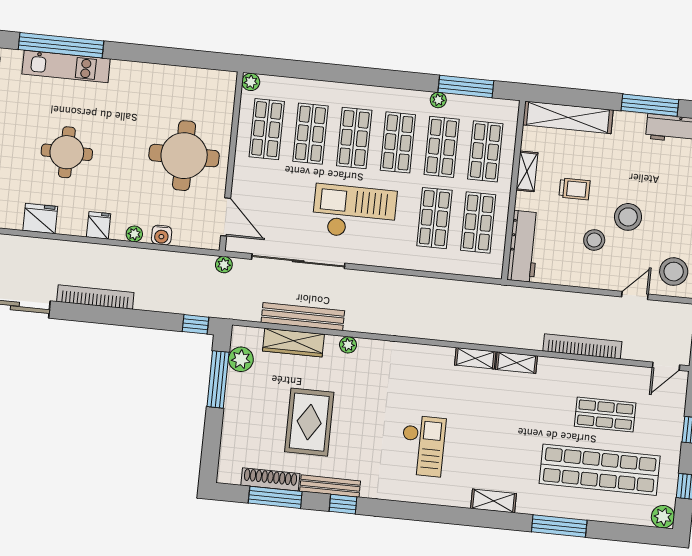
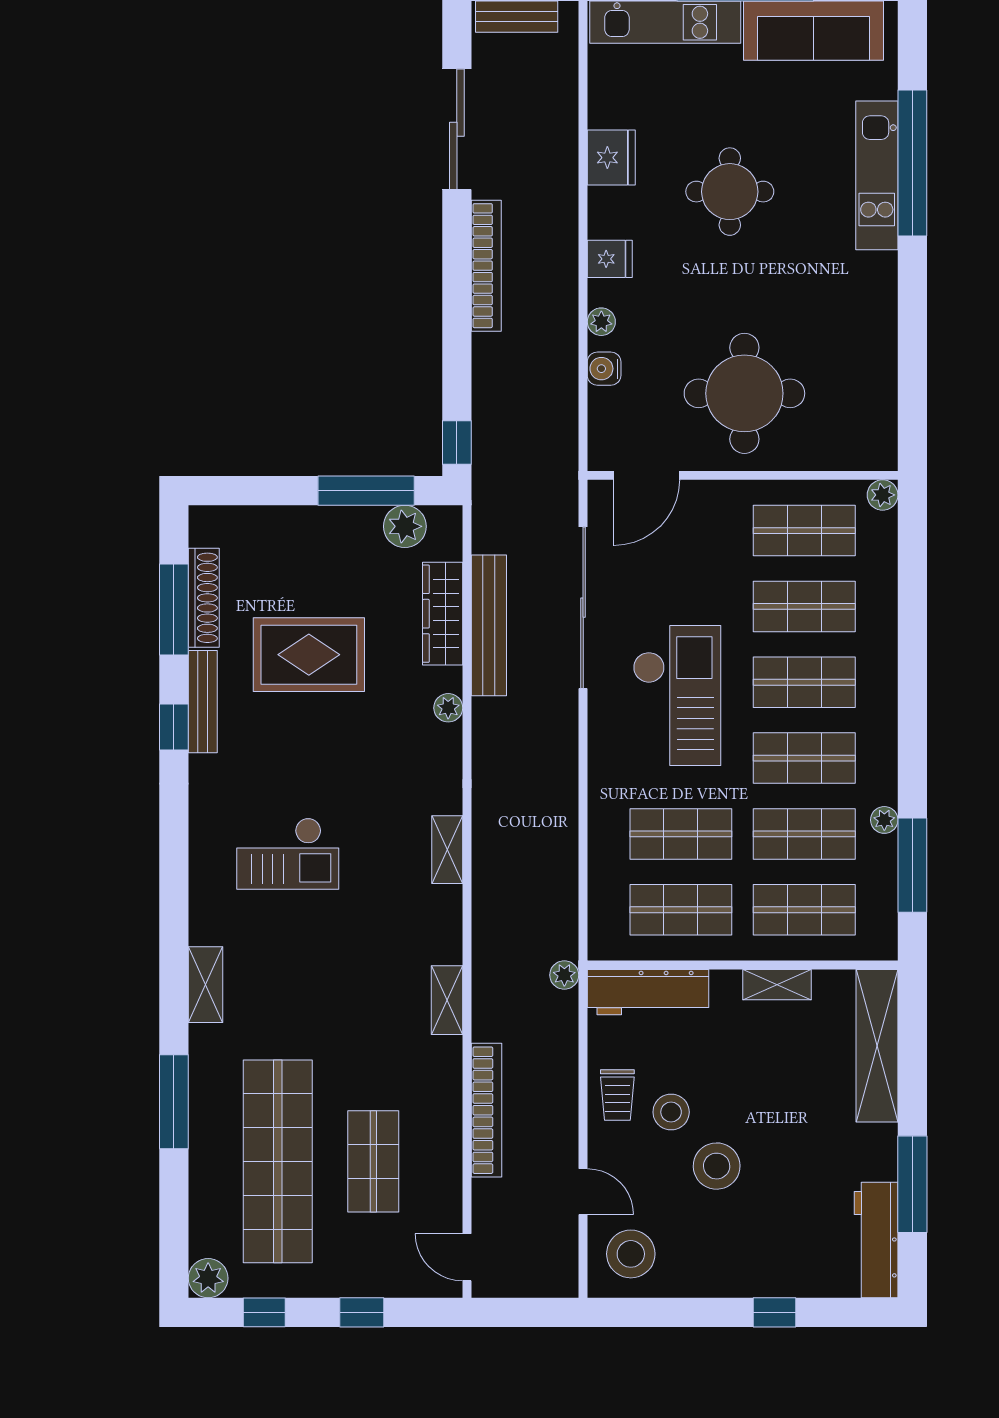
trolley: (574, 189) -> (617, 1095), moved
plant: (224, 265) -> (564, 975), moved
shelving: (475, 358) -> (447, 850), moved

